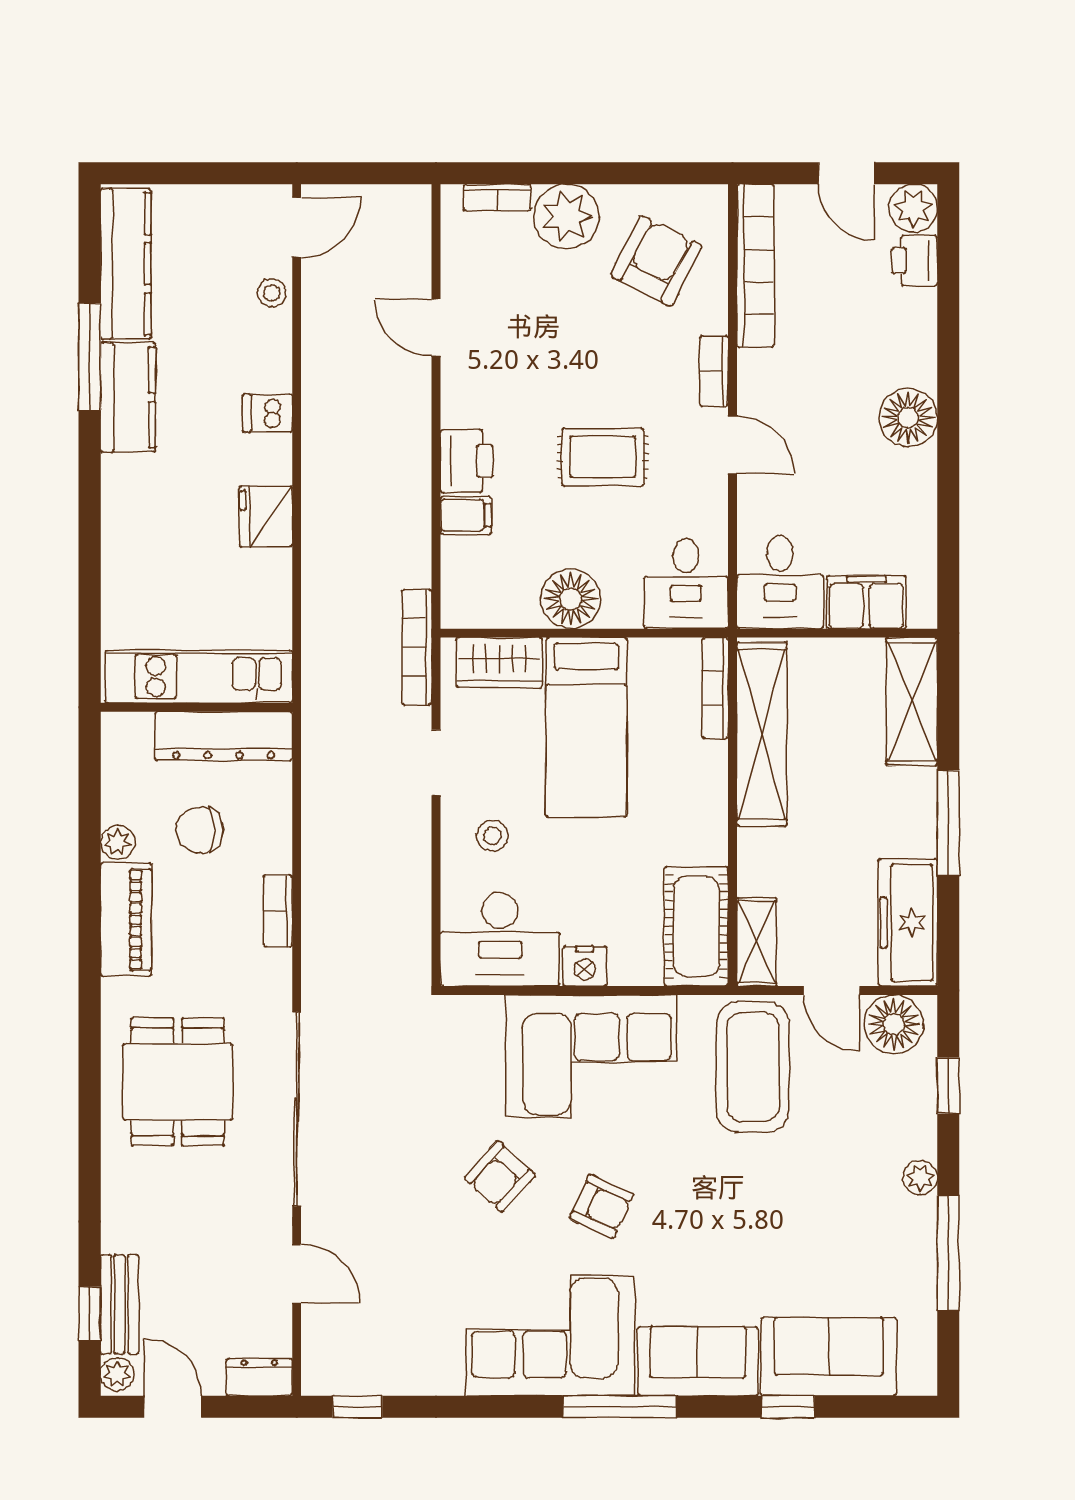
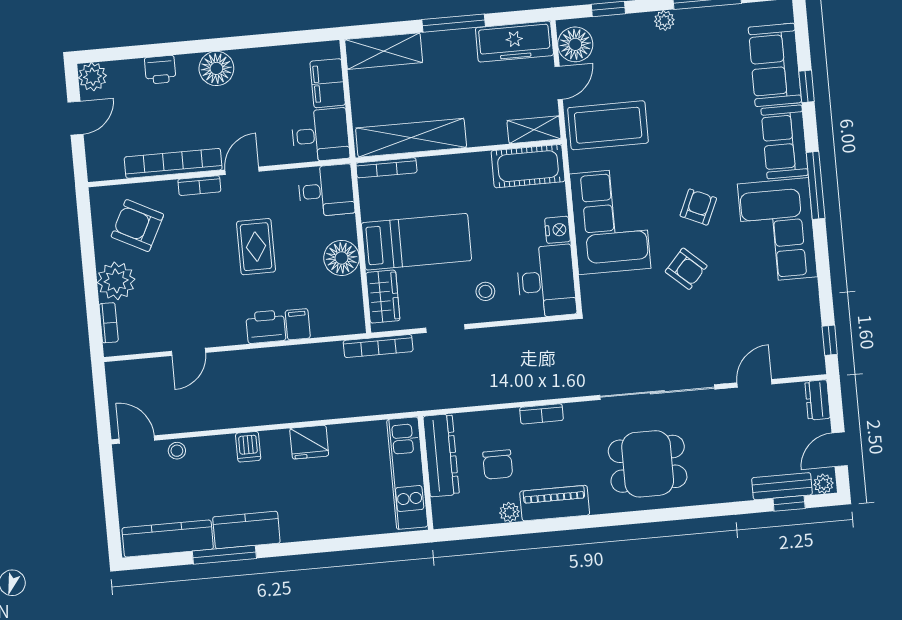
printer: (915, 261) -> (160, 70), moved
bookcase: (755, 266) -> (173, 163), moved

